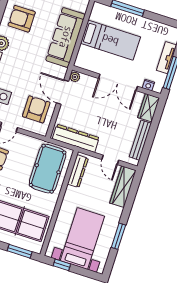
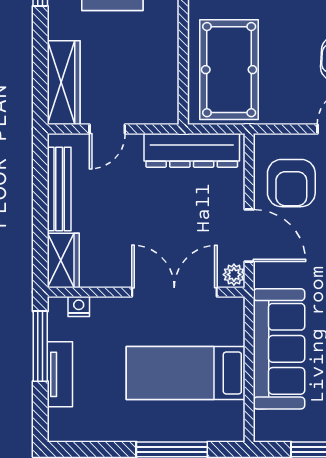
double door: (118, 82) -> (174, 292), moved
door: (110, 160) -> (107, 129), swing flipped
dresser: (78, 171) -> (166, 85), removed

